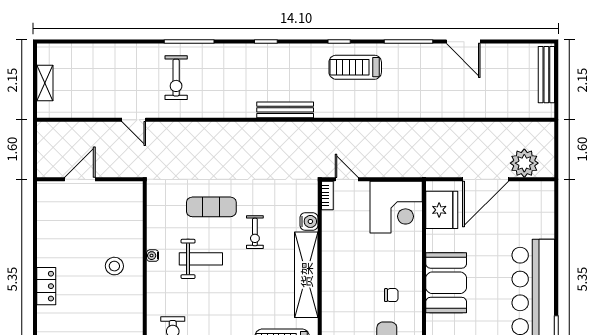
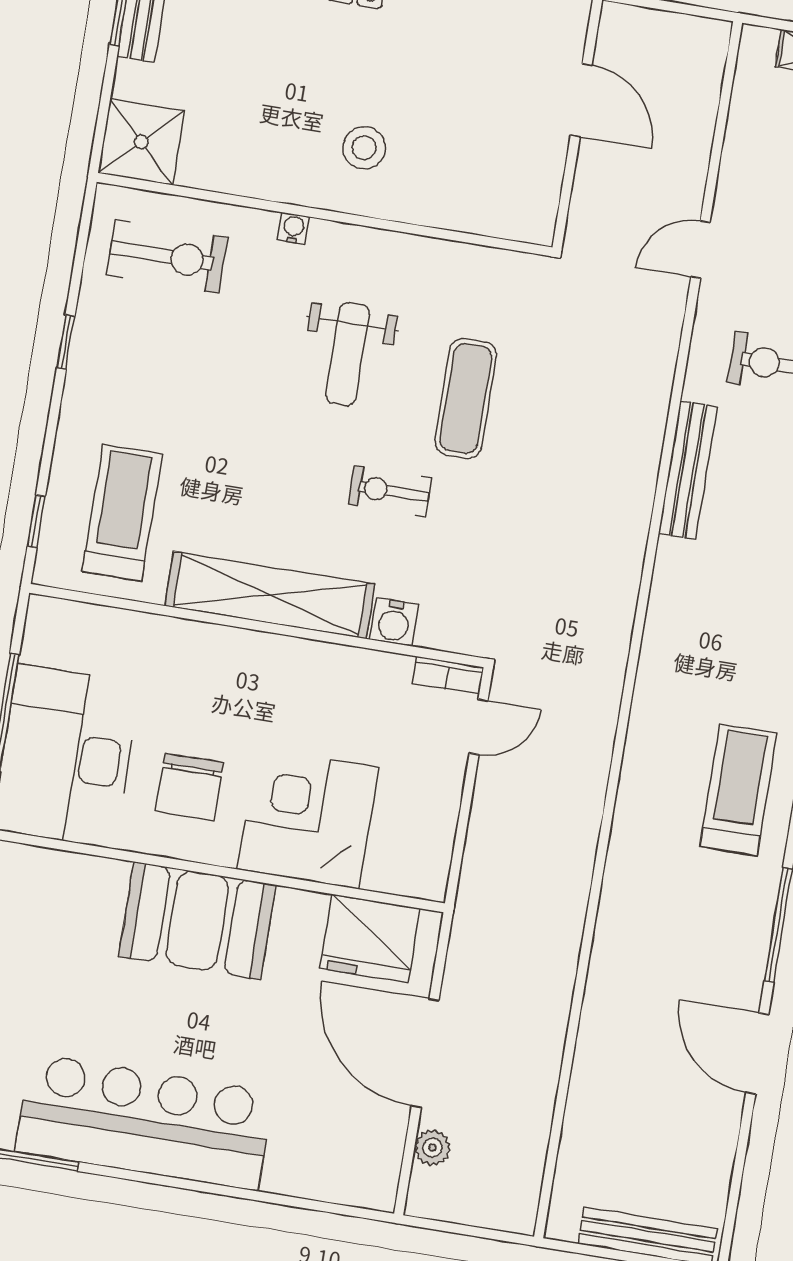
door: (463, 42) -> (757, 1054), hinge flipped
bench: (285, 110) -> (688, 470), moved
plant: (524, 163) -> (432, 1148), width x0.53, depth x0.53
corner desk: (396, 207) -> (308, 818), moved, turned 90
water cooler: (153, 256) -> (294, 228), moved
chair: (391, 295) -> (189, 787), width x1.87, depth x1.87

